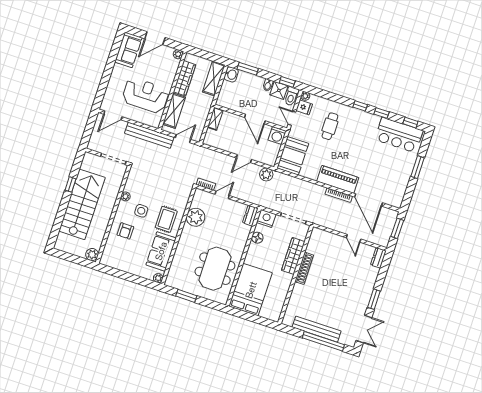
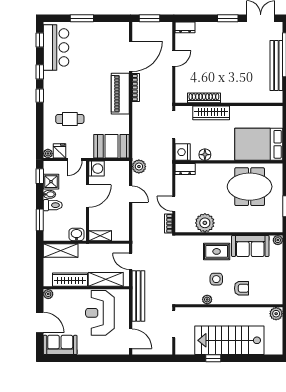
washbasin: (231, 74) -> (76, 234), moved
toilet: (291, 96) -> (53, 205), moved
shoe rack: (304, 268) -> (204, 98), moved

